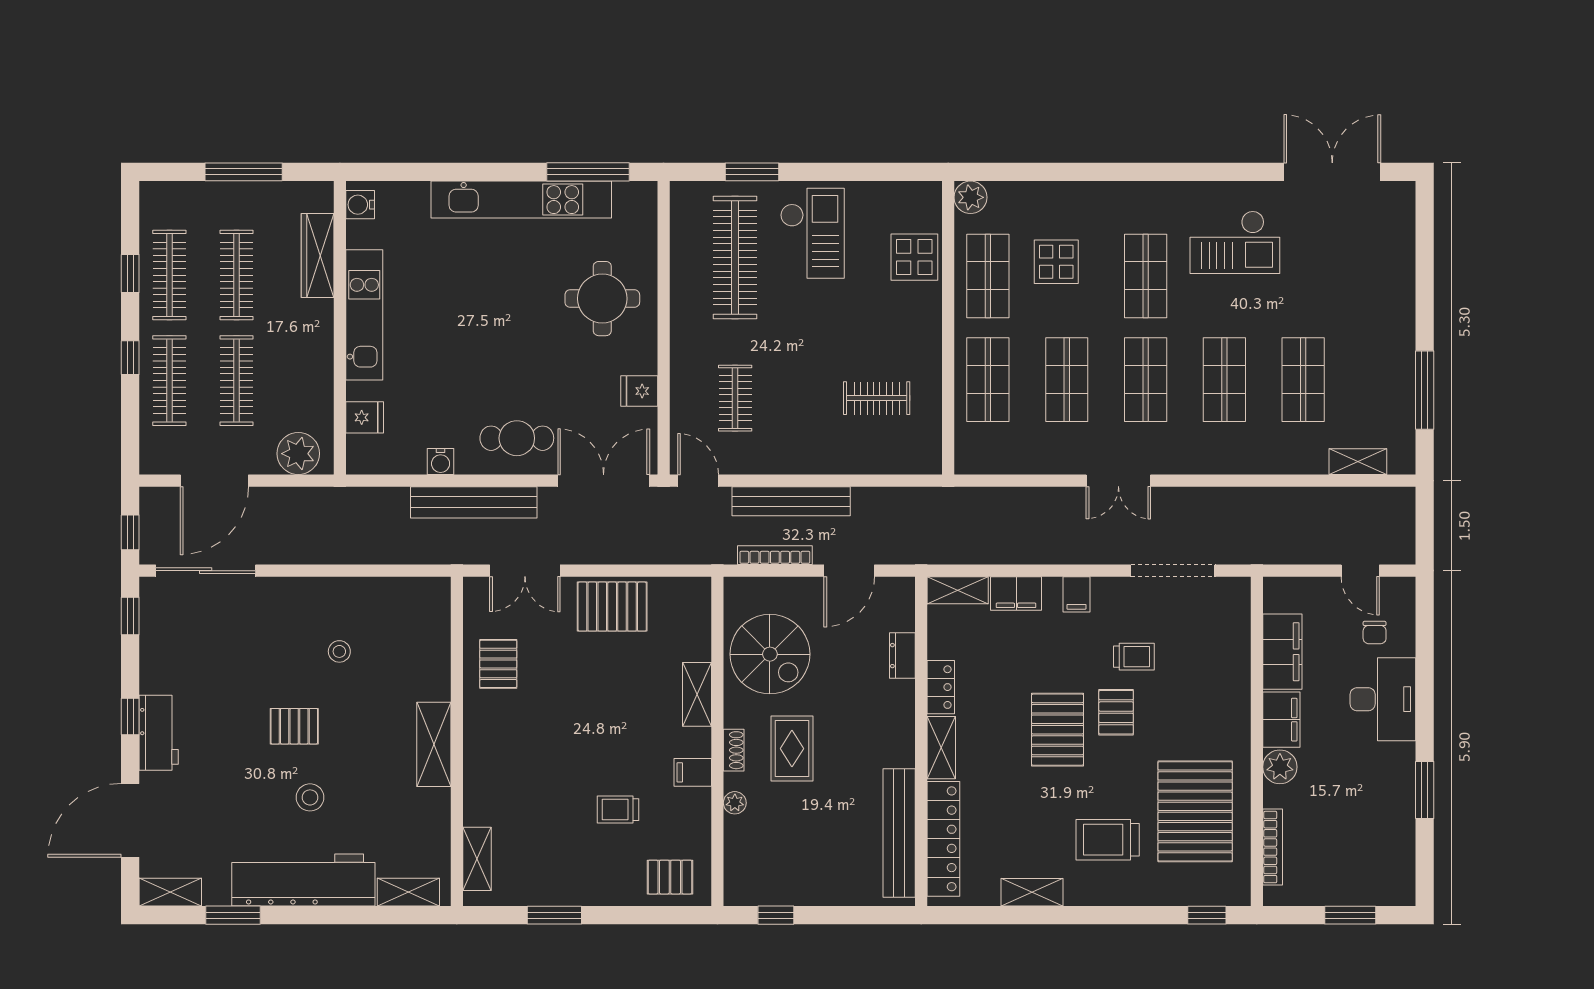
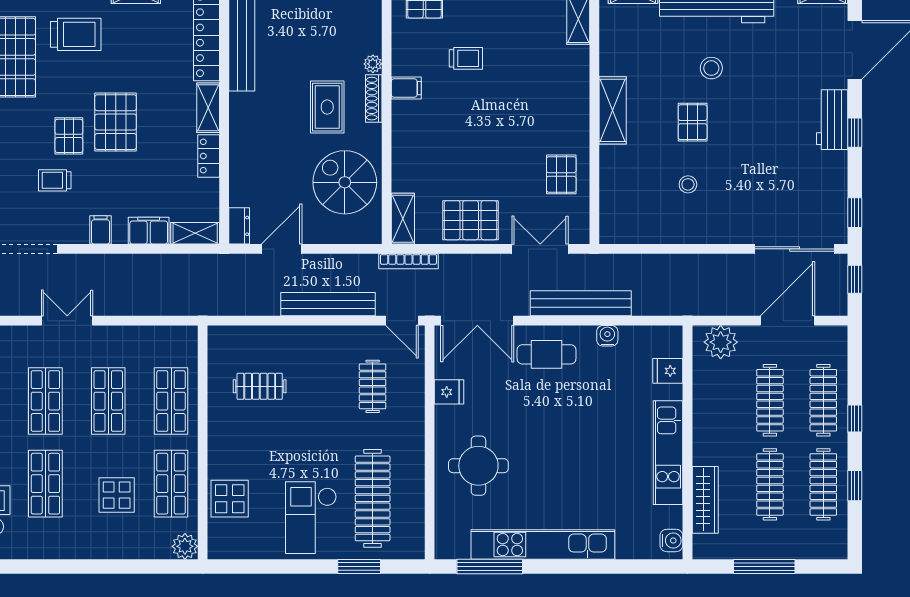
bookcase: (775, 555) -> (408, 261), moved
dresser: (902, 656) -> (239, 226), moved
shelving: (697, 694) -> (403, 219), moved
pallet: (294, 726) -> (693, 122), moved, turned 90
shoe rack: (734, 750) -> (374, 99), width x1.43

